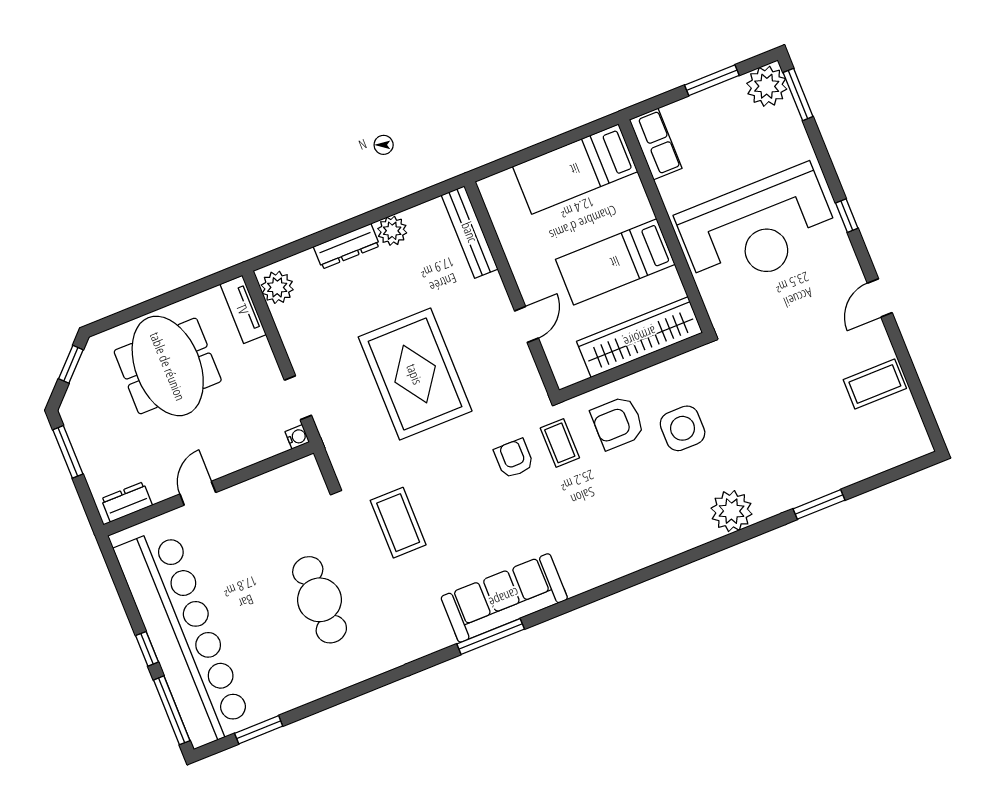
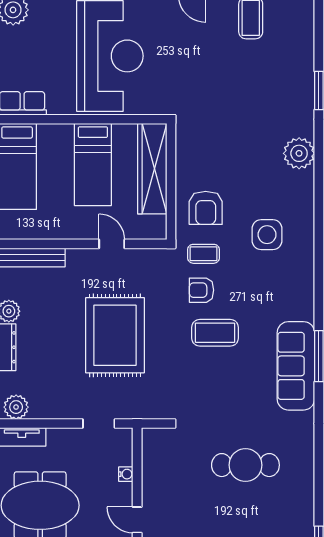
rug: (415, 374) -> (115, 335), turned 90
side table: (683, 428) -> (267, 235), moved
water cooler: (297, 437) -> (126, 474), moved, turned 90
coffee table: (398, 523) -> (215, 333), moved
sofa: (504, 598) -> (296, 366), moved

